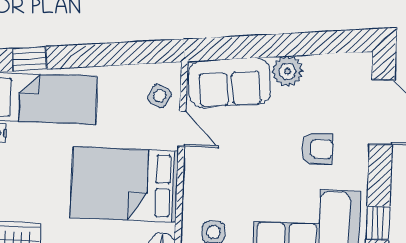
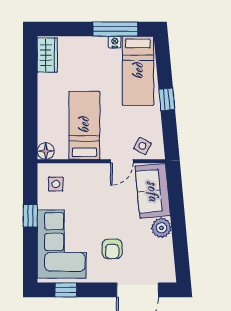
window: (29, 59) -> (167, 99), moved
bed: (124, 185) -> (84, 125), width x0.67

